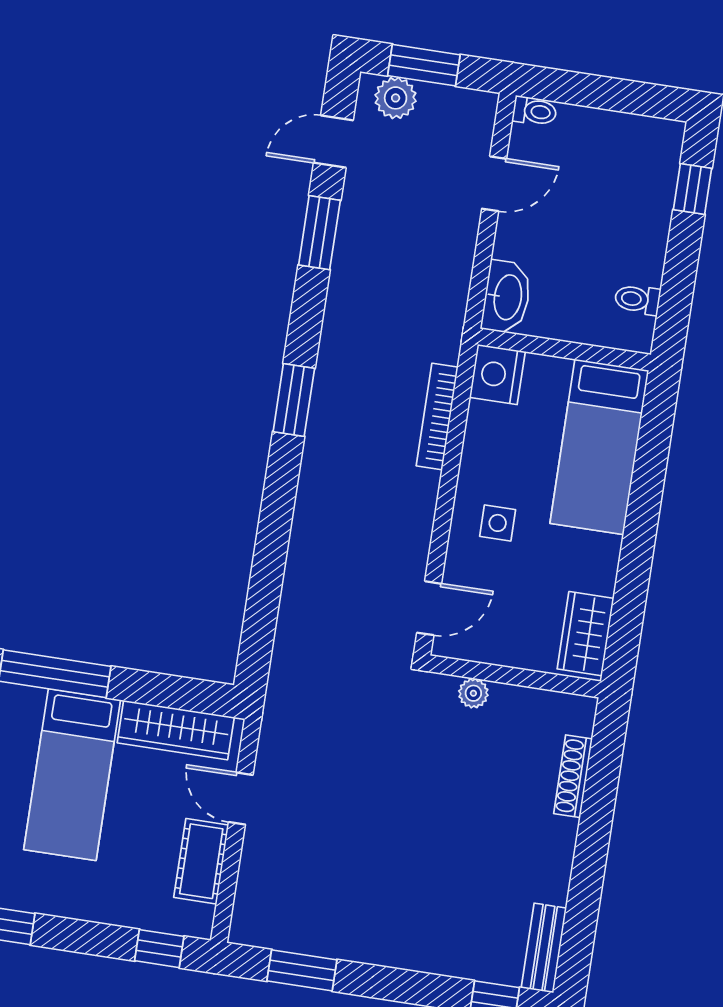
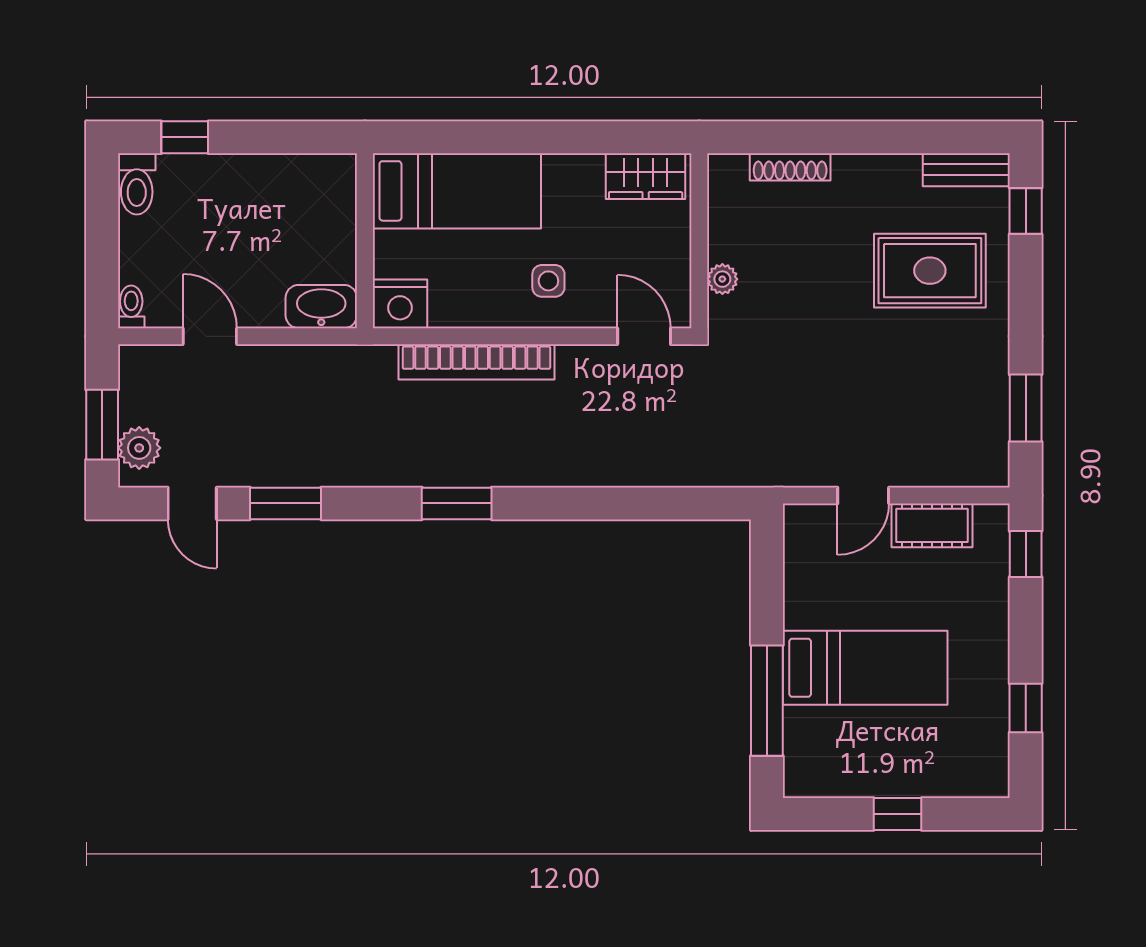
toilet: (637, 299) -> (137, 184), moved, width x1.37, depth x1.39
bookcase: (437, 417) -> (476, 362), width x1.48, depth x1.31
wardrobe: (176, 730) -> (805, 571), removed
rug: (451, 897) -> (930, 271), added

